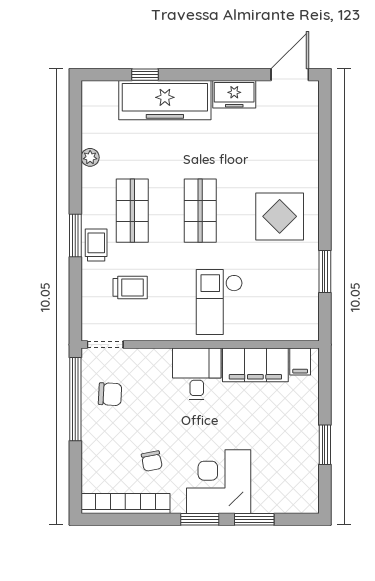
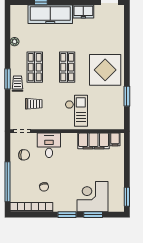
display table: (280, 216) -> (105, 70), width x1.36, depth x1.36
checkout: (219, 302) -> (76, 111), turned 180
desk: (197, 374) -> (49, 145), moved
window: (75, 399) -> (7, 182), moved
window: (325, 445) -> (127, 197), moved
corner desk: (219, 482) -> (92, 197), moved

